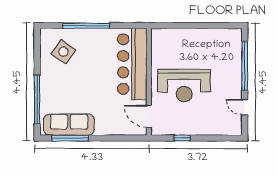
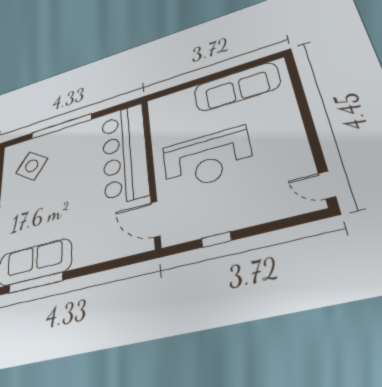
sofa: (210, 39) -> (236, 87), added
window: (245, 66) -> (302, 102), removed
door: (245, 107) -> (327, 185), moved

